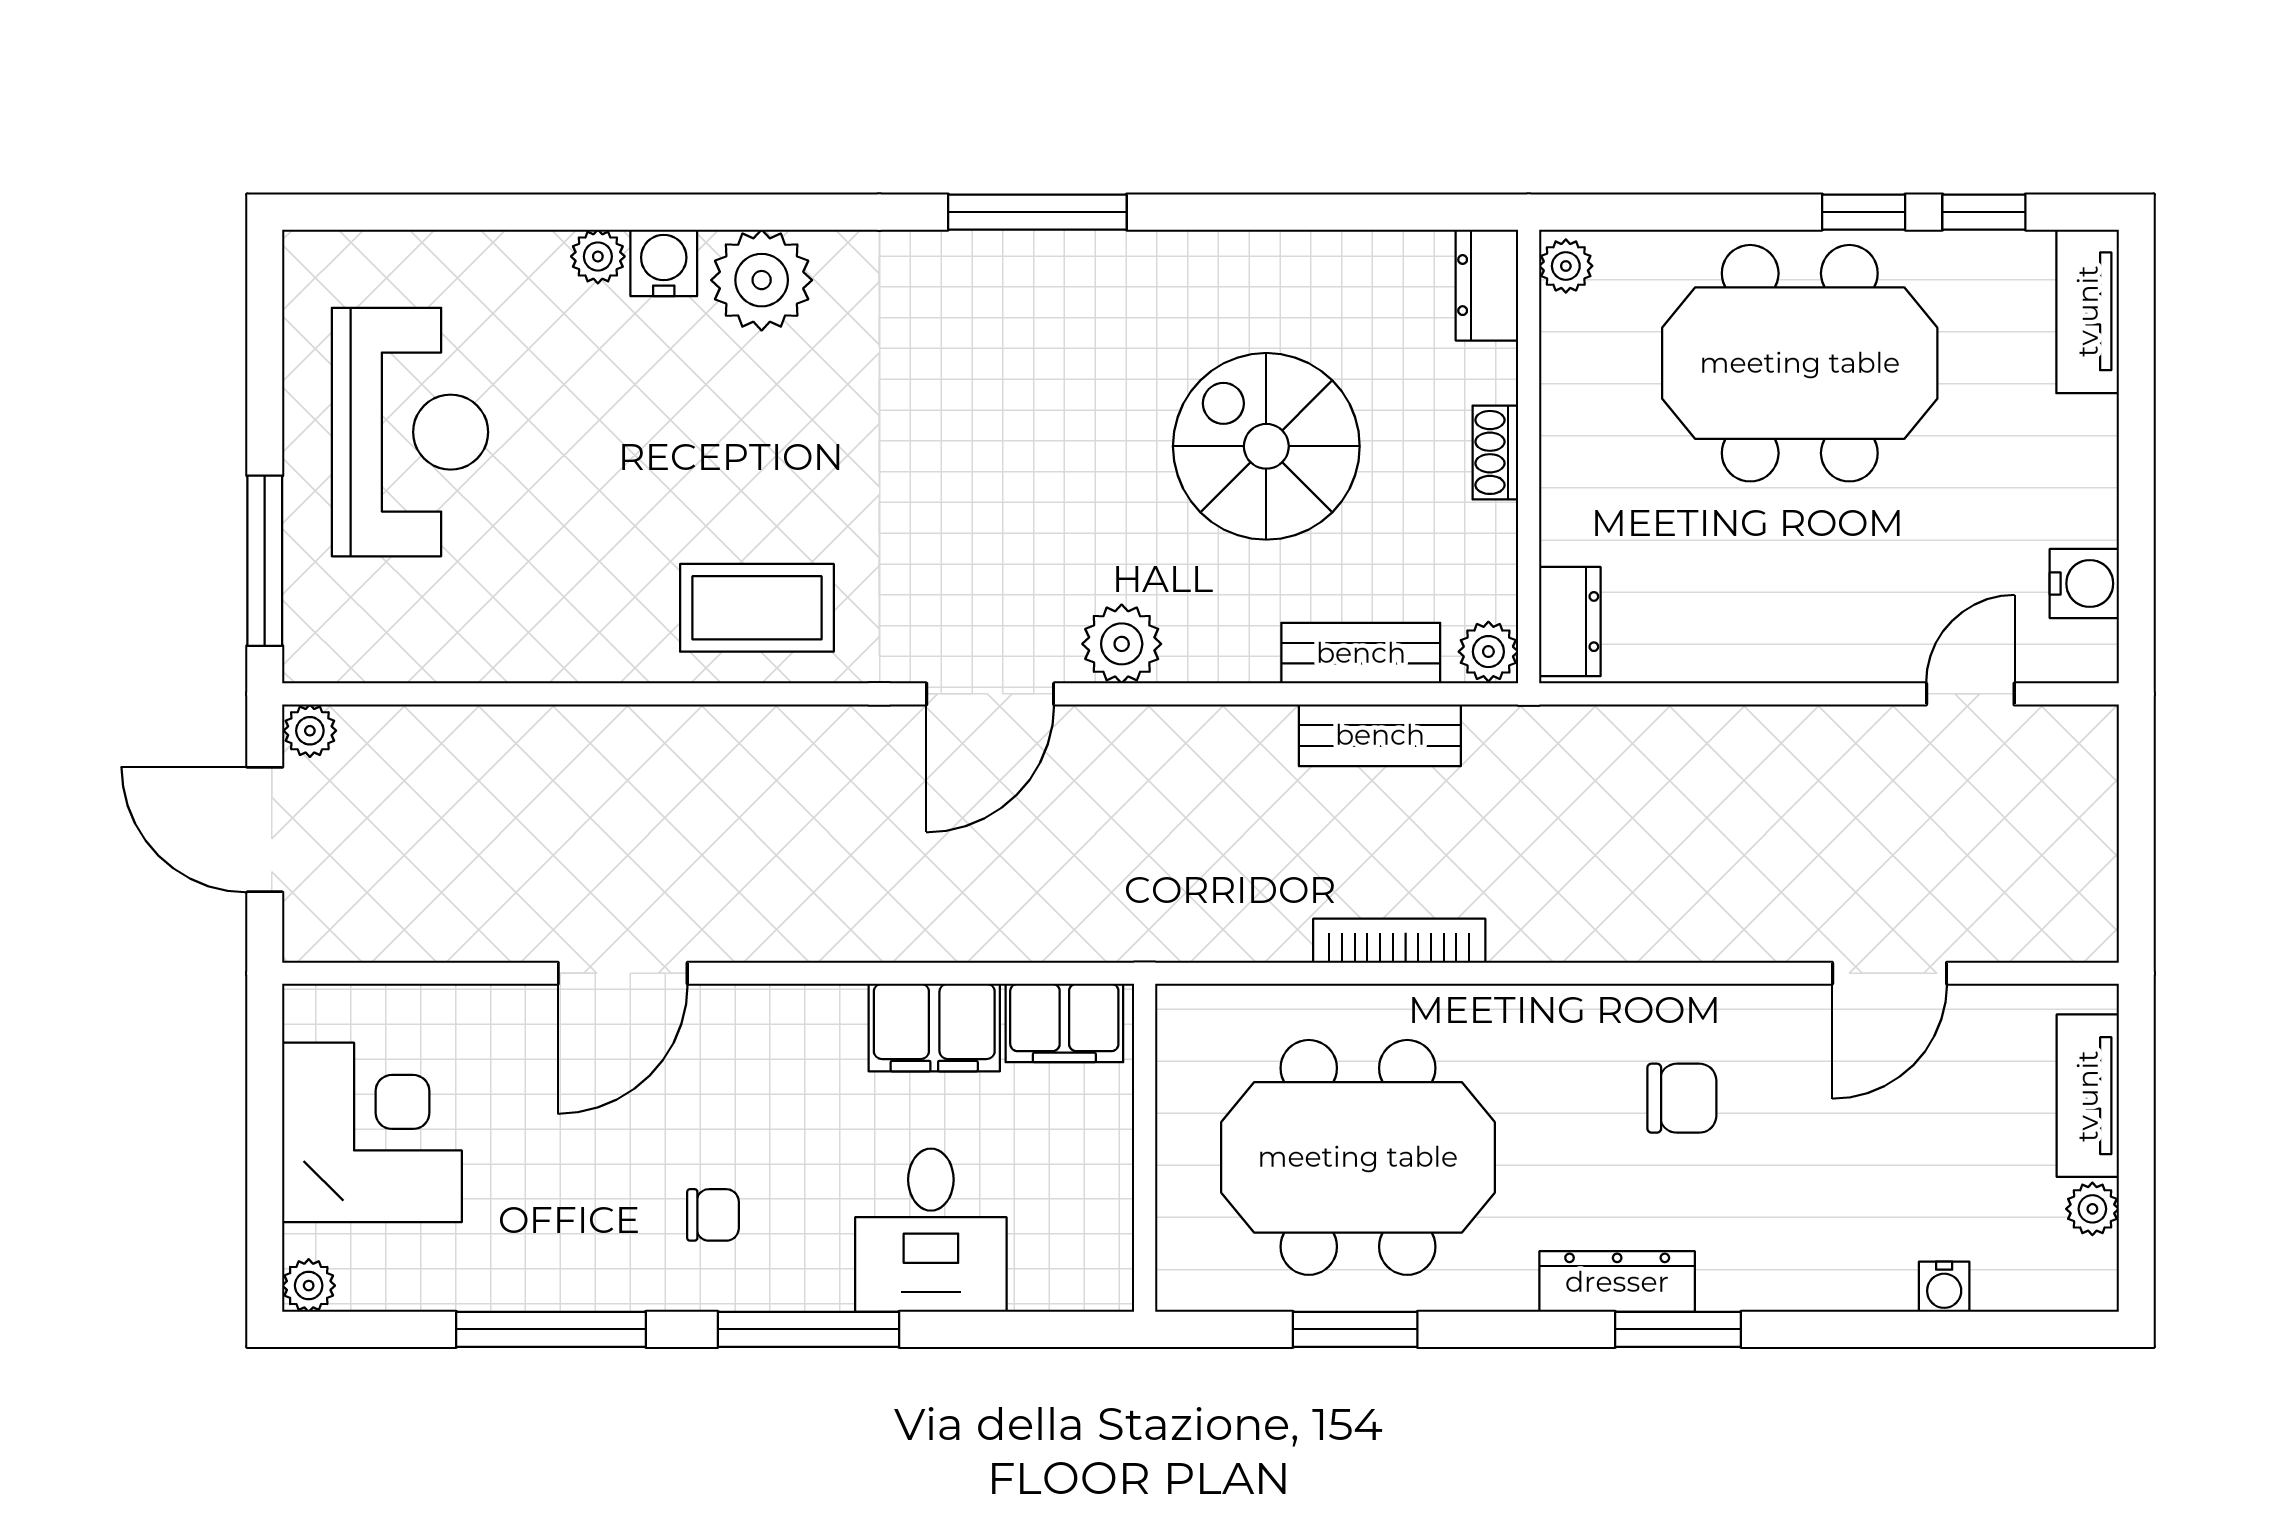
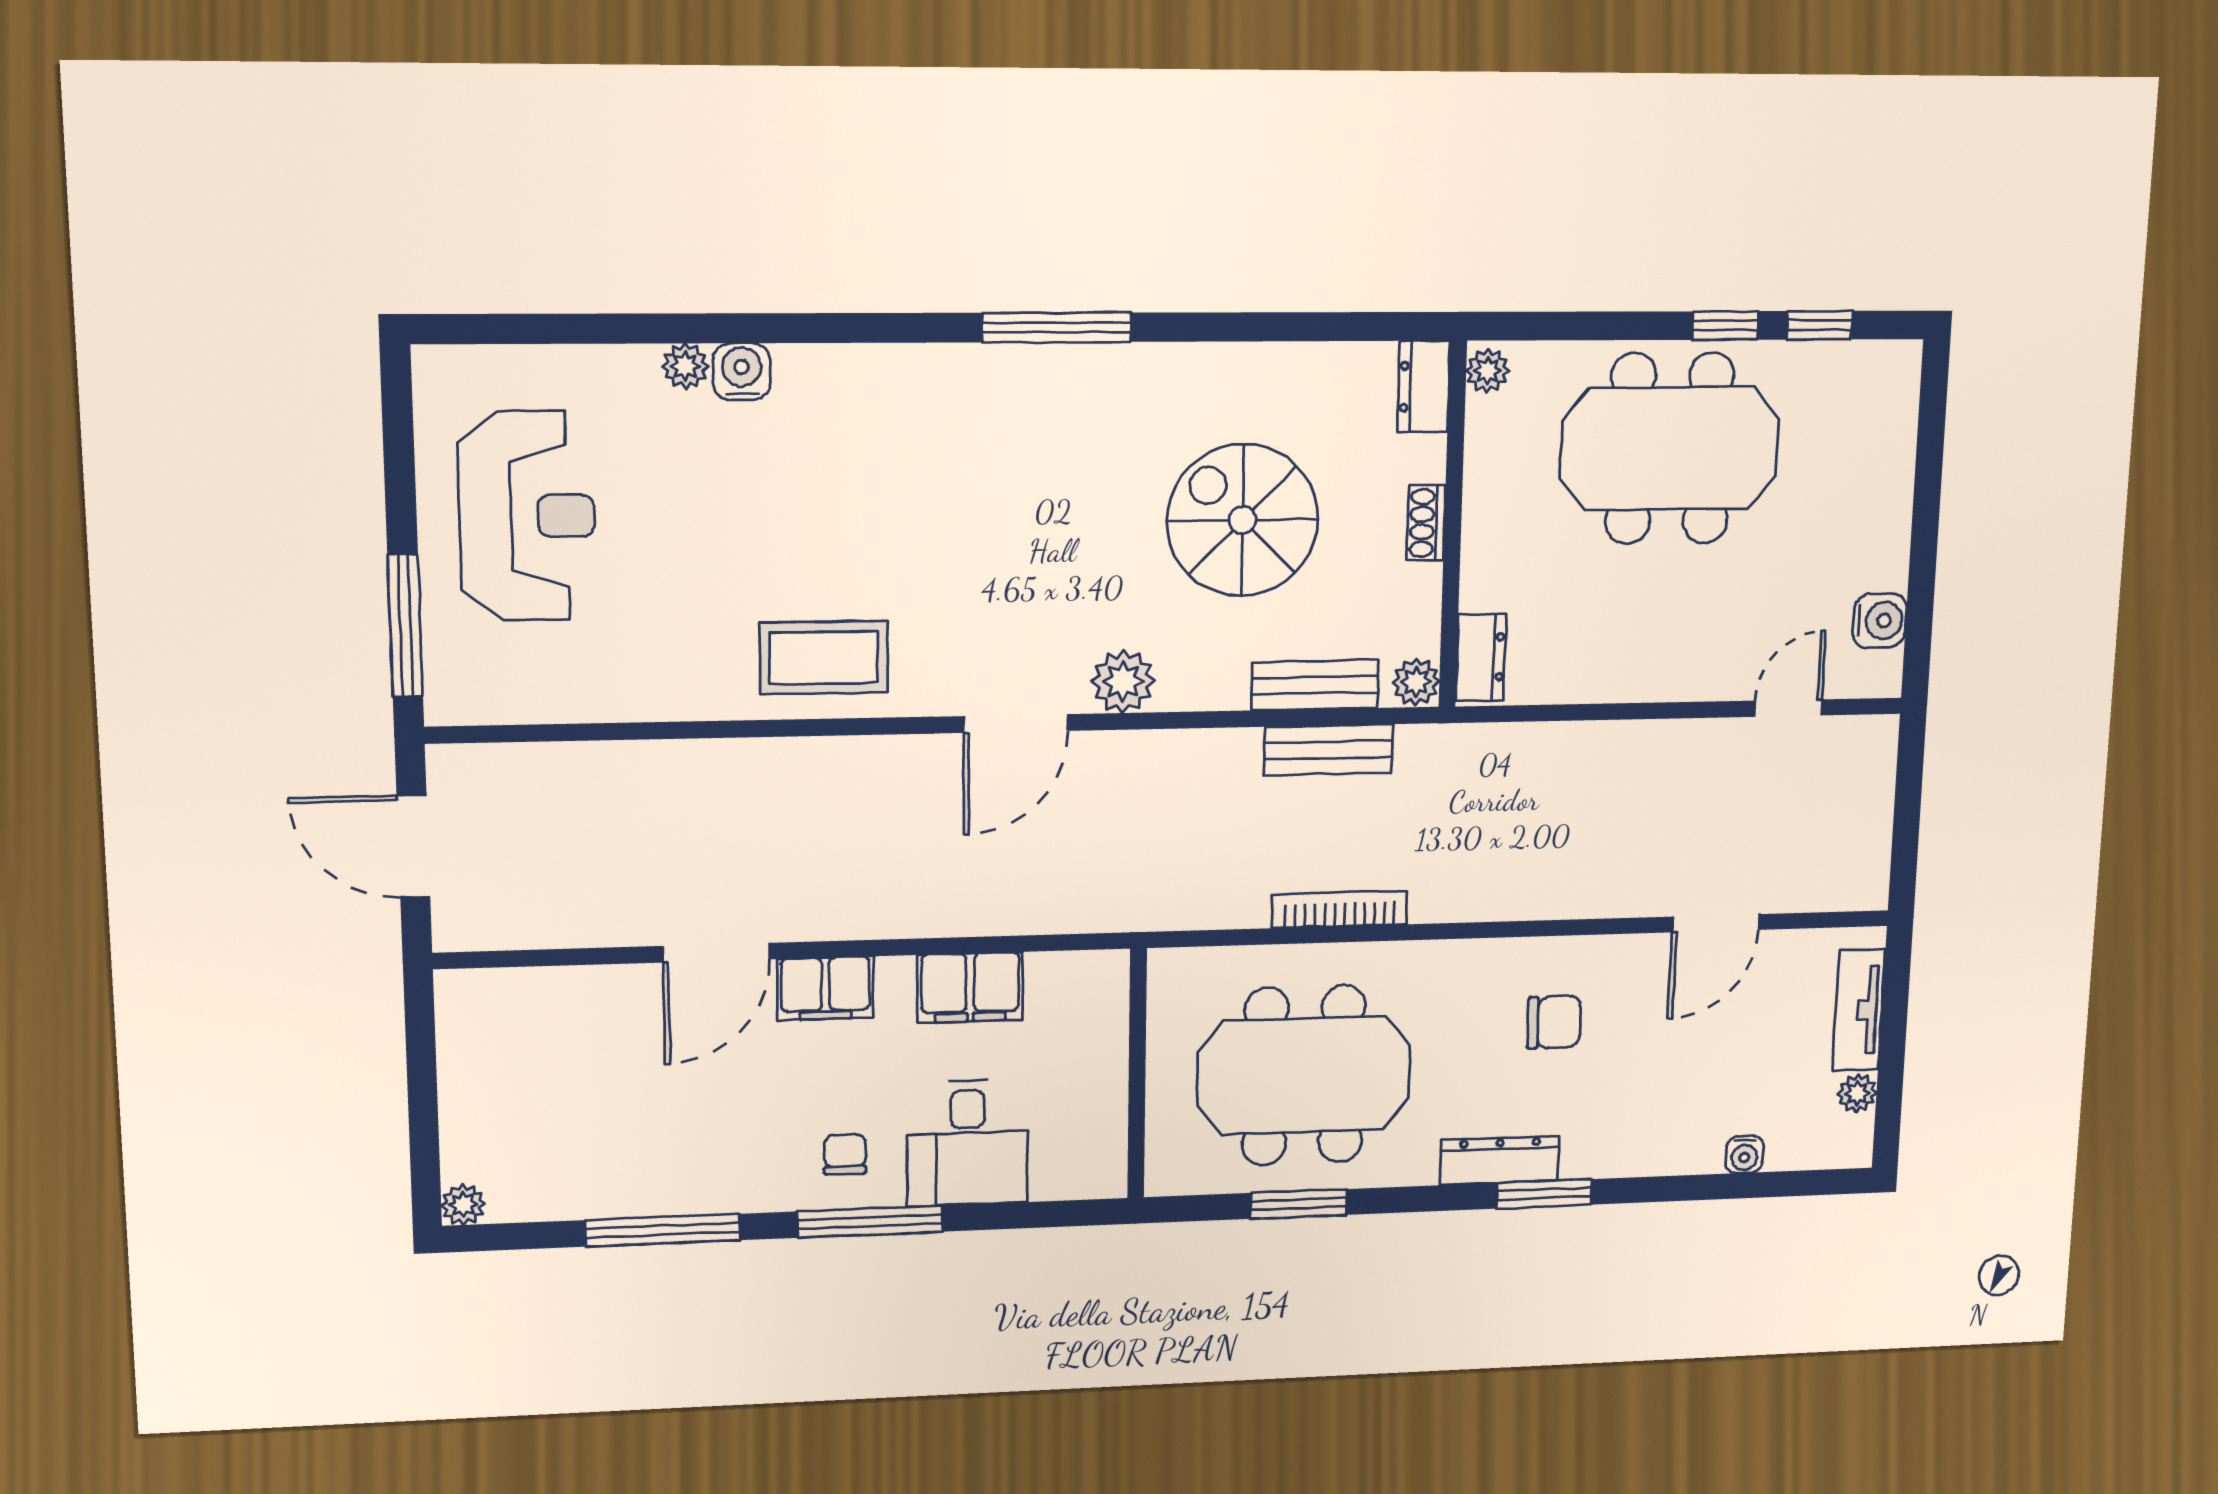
plant: (762, 280) -> (825, 386), removed
tv unit: (2088, 311) -> (1895, 405), removed
plant: (310, 731) -> (449, 765), removed
filing cabinet: (1064, 1023) -> (825, 988), moved
corner desk: (372, 1132) -> (512, 1084), removed
chair: (713, 1215) -> (845, 1154), moved, turned -90

